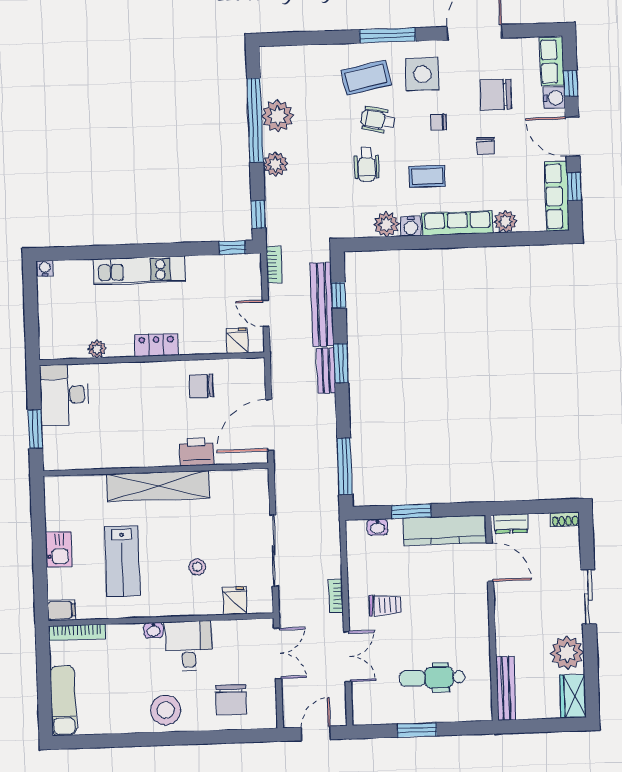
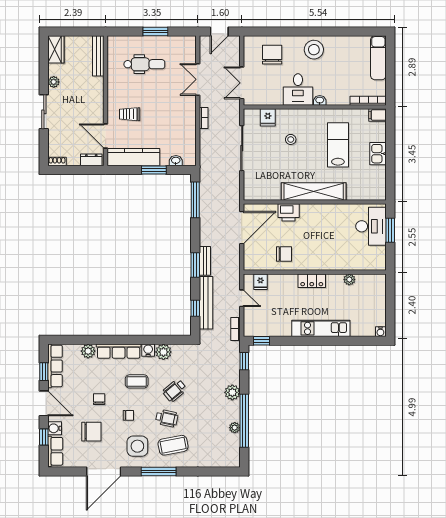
plant: (278, 116) -> (235, 428), width x0.53, depth x0.53
wheelchair: (367, 164) -> (175, 390), turned -130
desk: (64, 395) -> (371, 226), moved
trolley: (385, 605) -> (130, 114), moved
plant: (567, 653) -> (54, 82), width x0.53, depth x0.53

